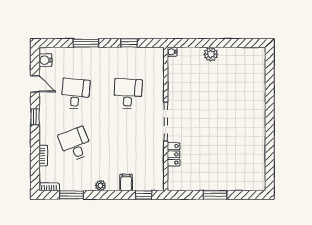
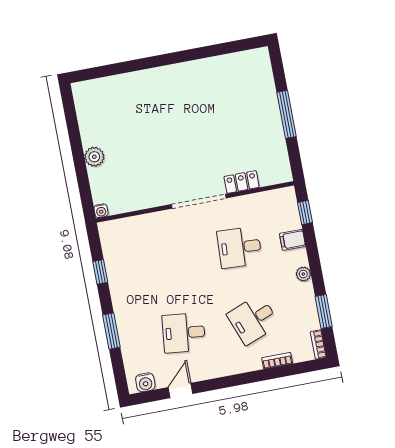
desk: (128, 94) -> (240, 247), moved
window: (35, 117) -> (226, 382), removed
window: (215, 195) -> (286, 114), width x1.44

